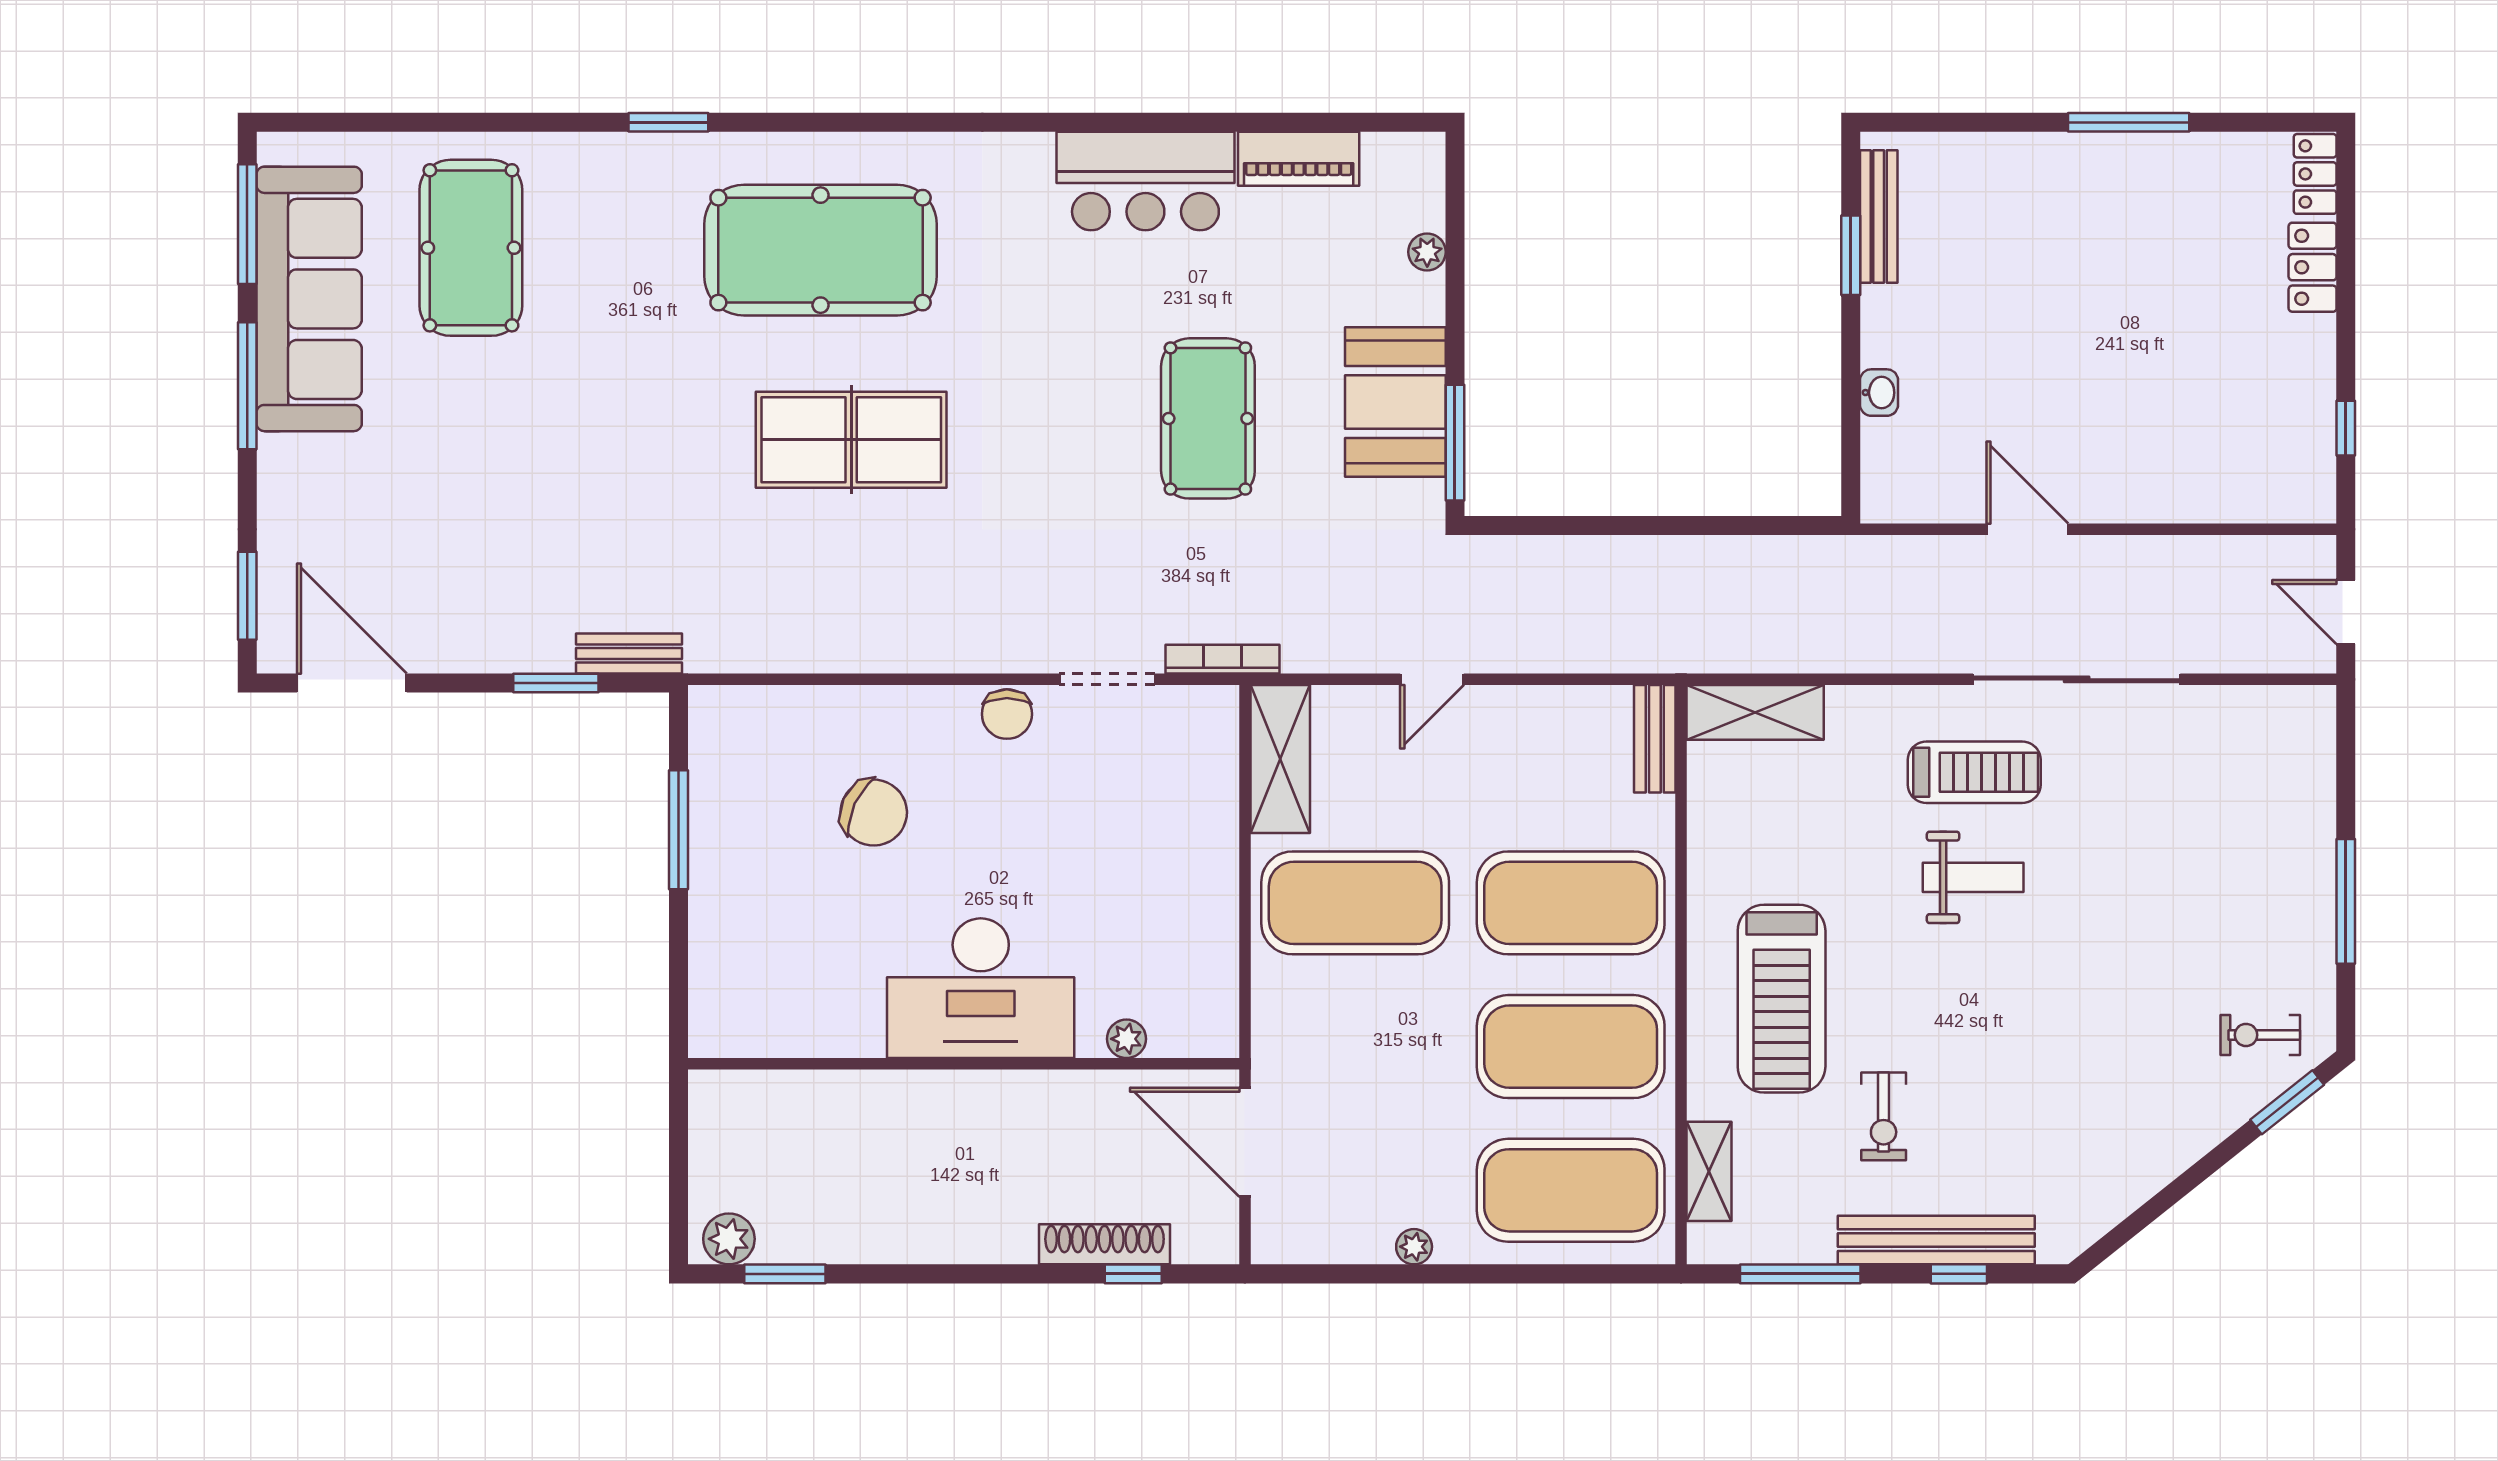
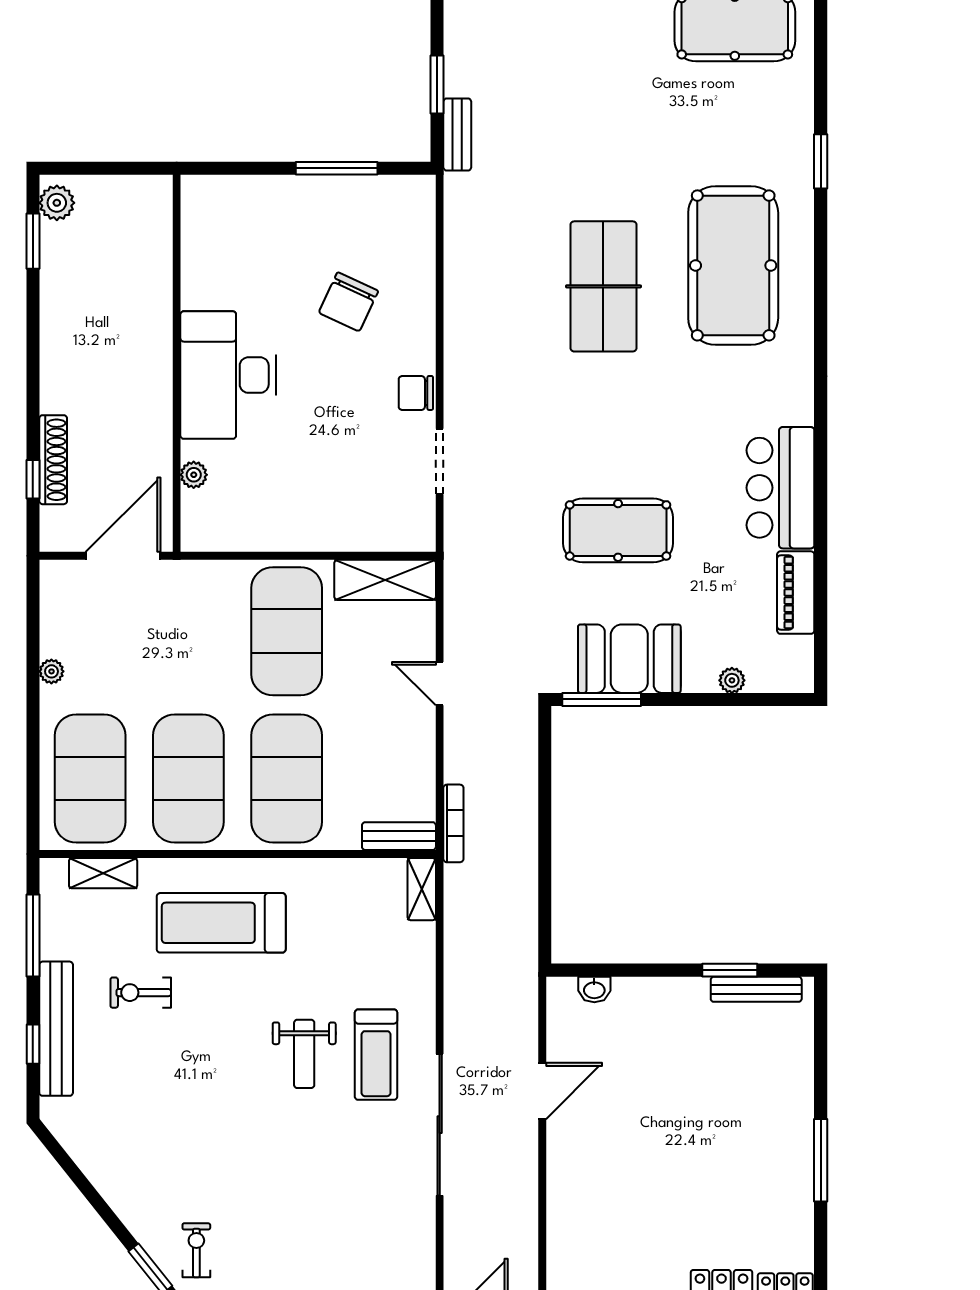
washbasin: (1879, 393) -> (594, 989), moved
bookcase: (1223, 659) -> (453, 823), moved
shelving: (1755, 712) -> (422, 889), width x0.67, depth x0.75

